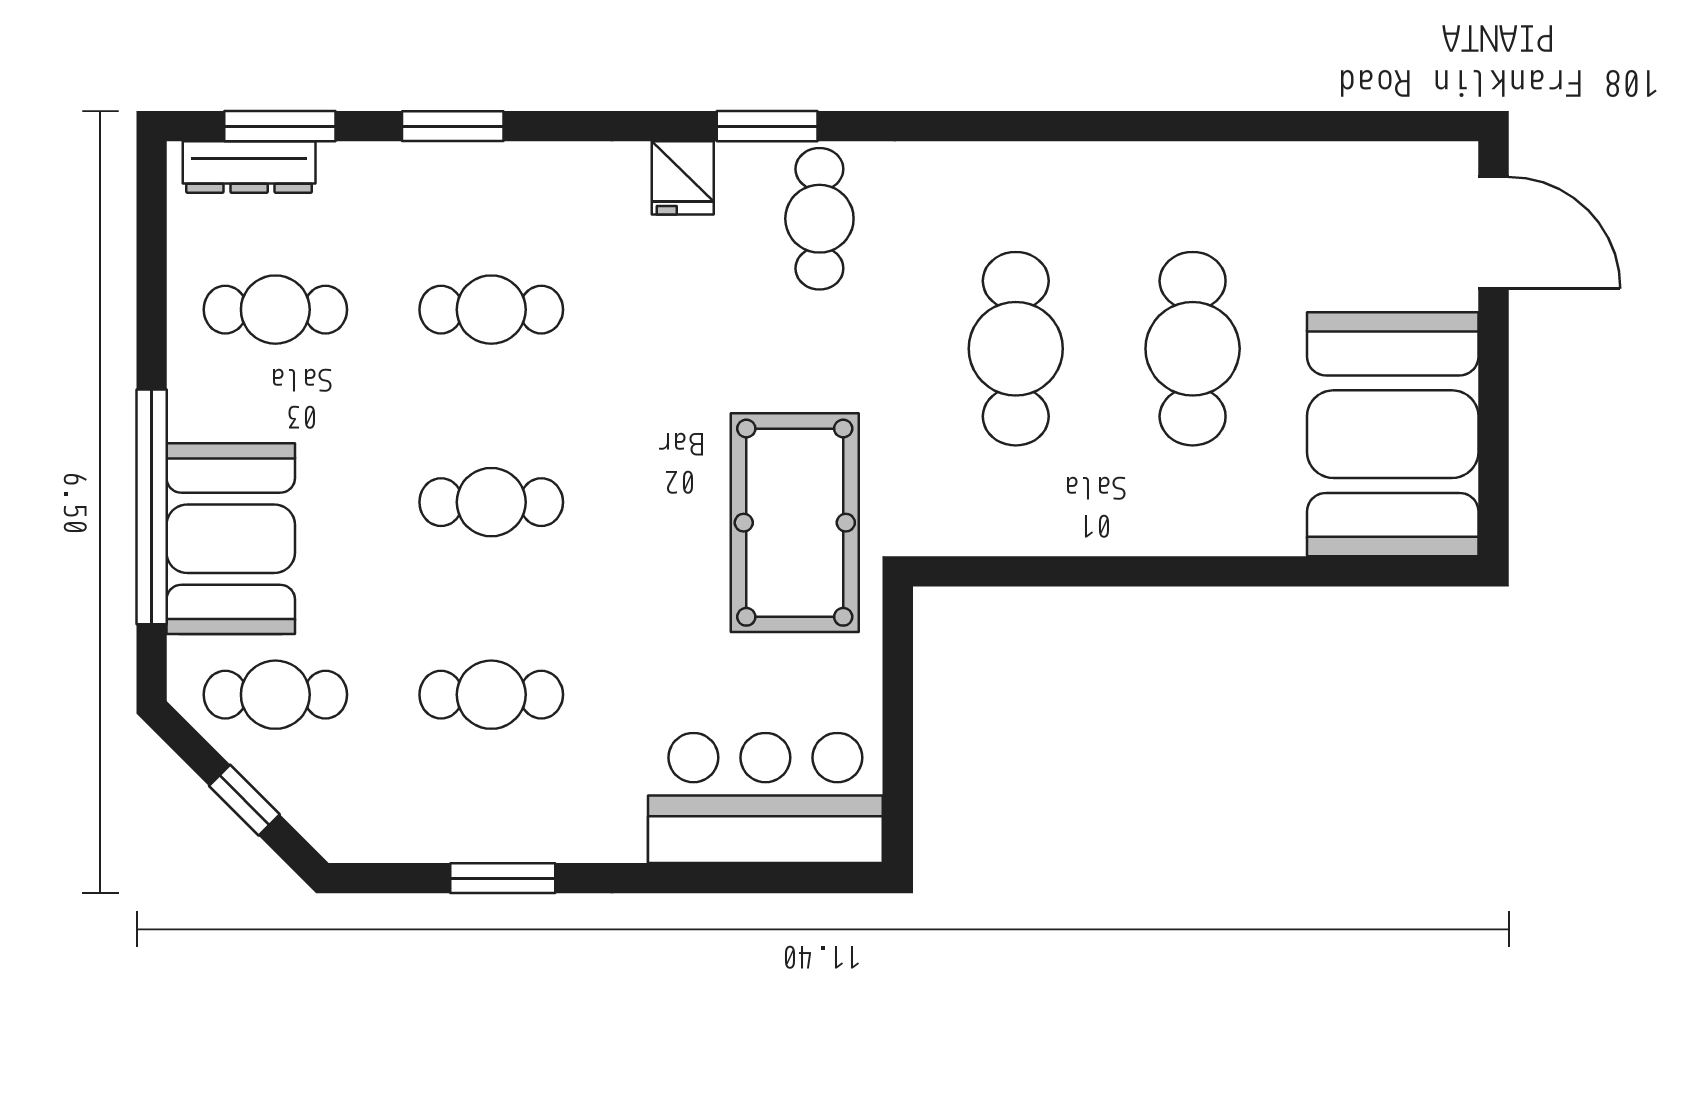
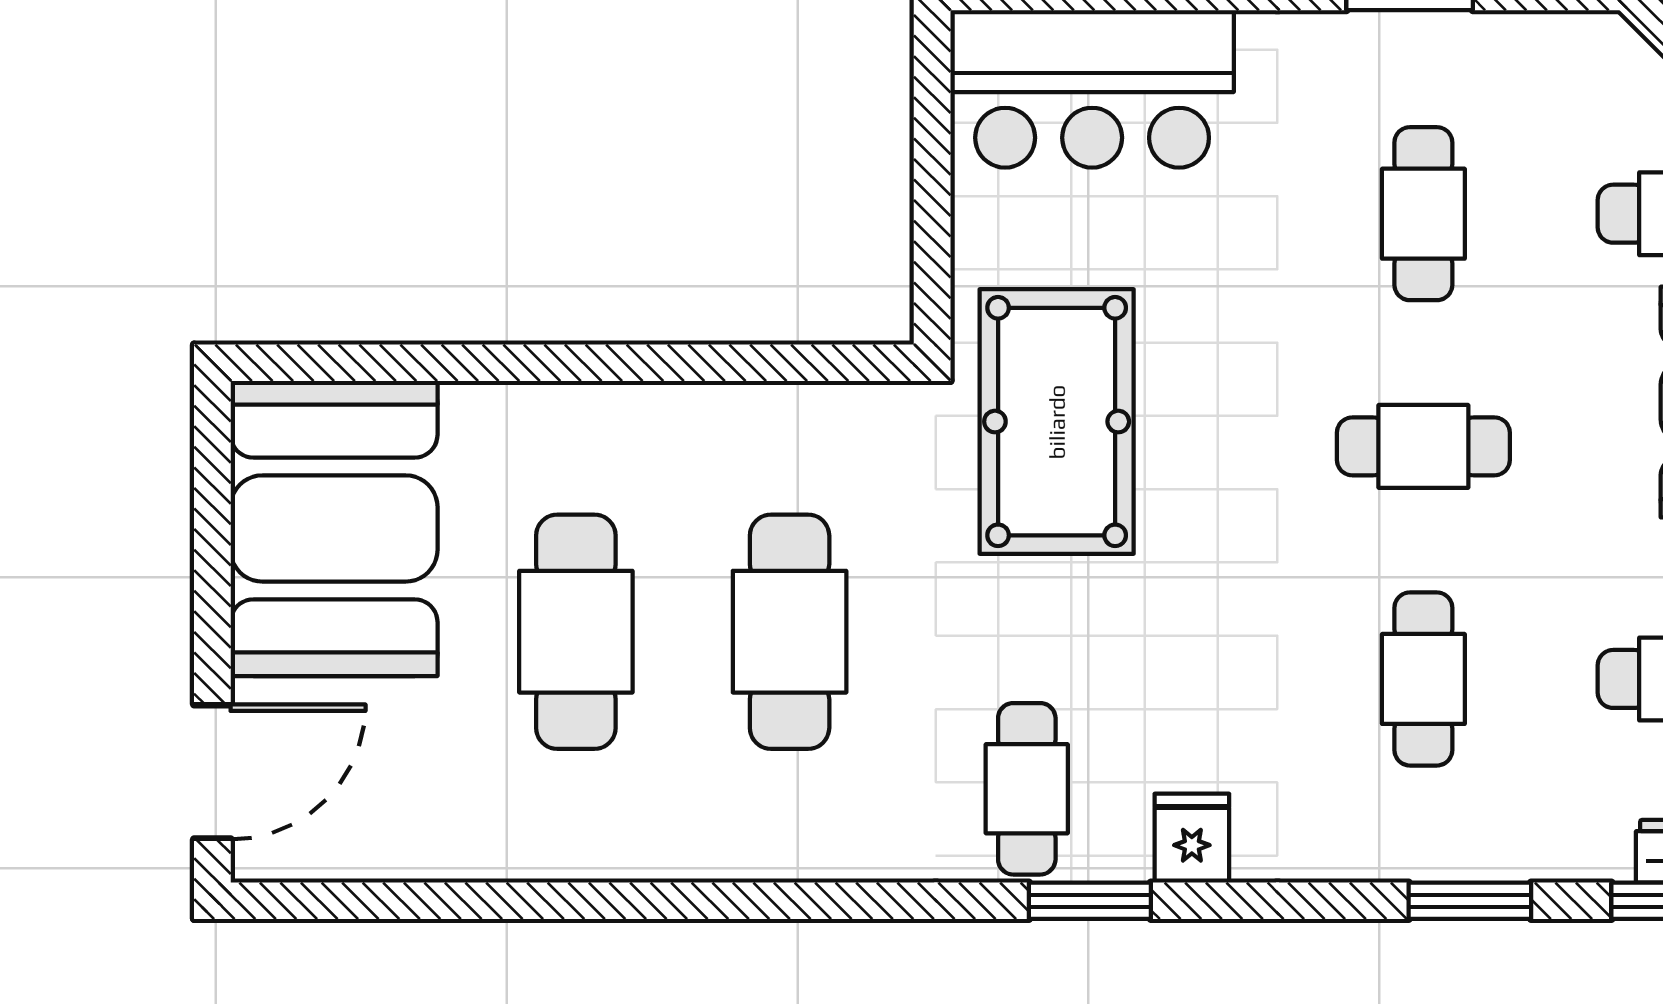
door: (1493, 233) -> (212, 772), swing flipped
cafe table: (491, 310) -> (1423, 679), turned 90
cafe table: (491, 695) -> (1423, 214), turned 90

